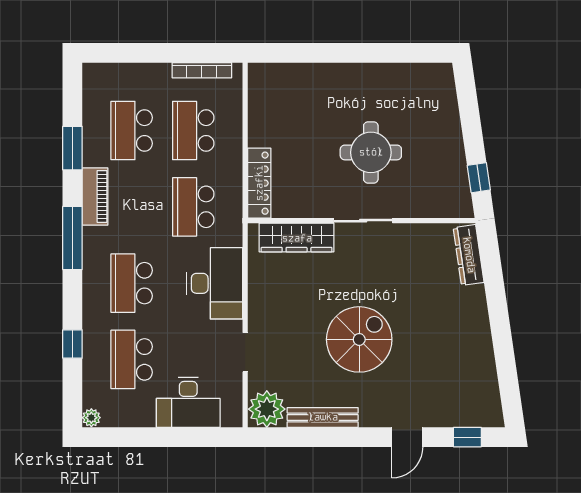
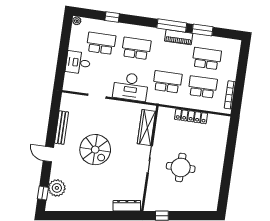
locker: (259, 183) -> (191, 116), moved
window: (72, 238) -> (172, 26), moved
desk: (188, 402) -> (78, 63), width x0.73
plant: (267, 409) -> (57, 188), moved
door: (407, 437) -> (48, 154), moved

